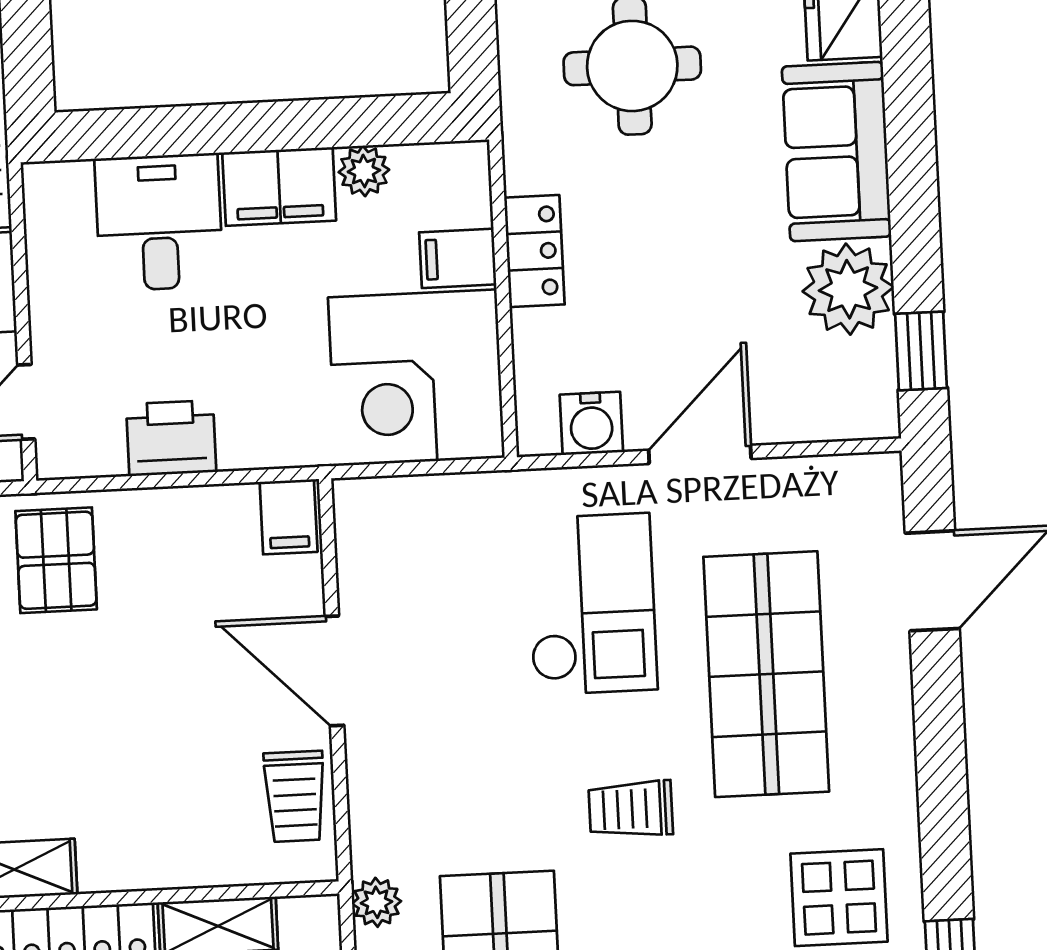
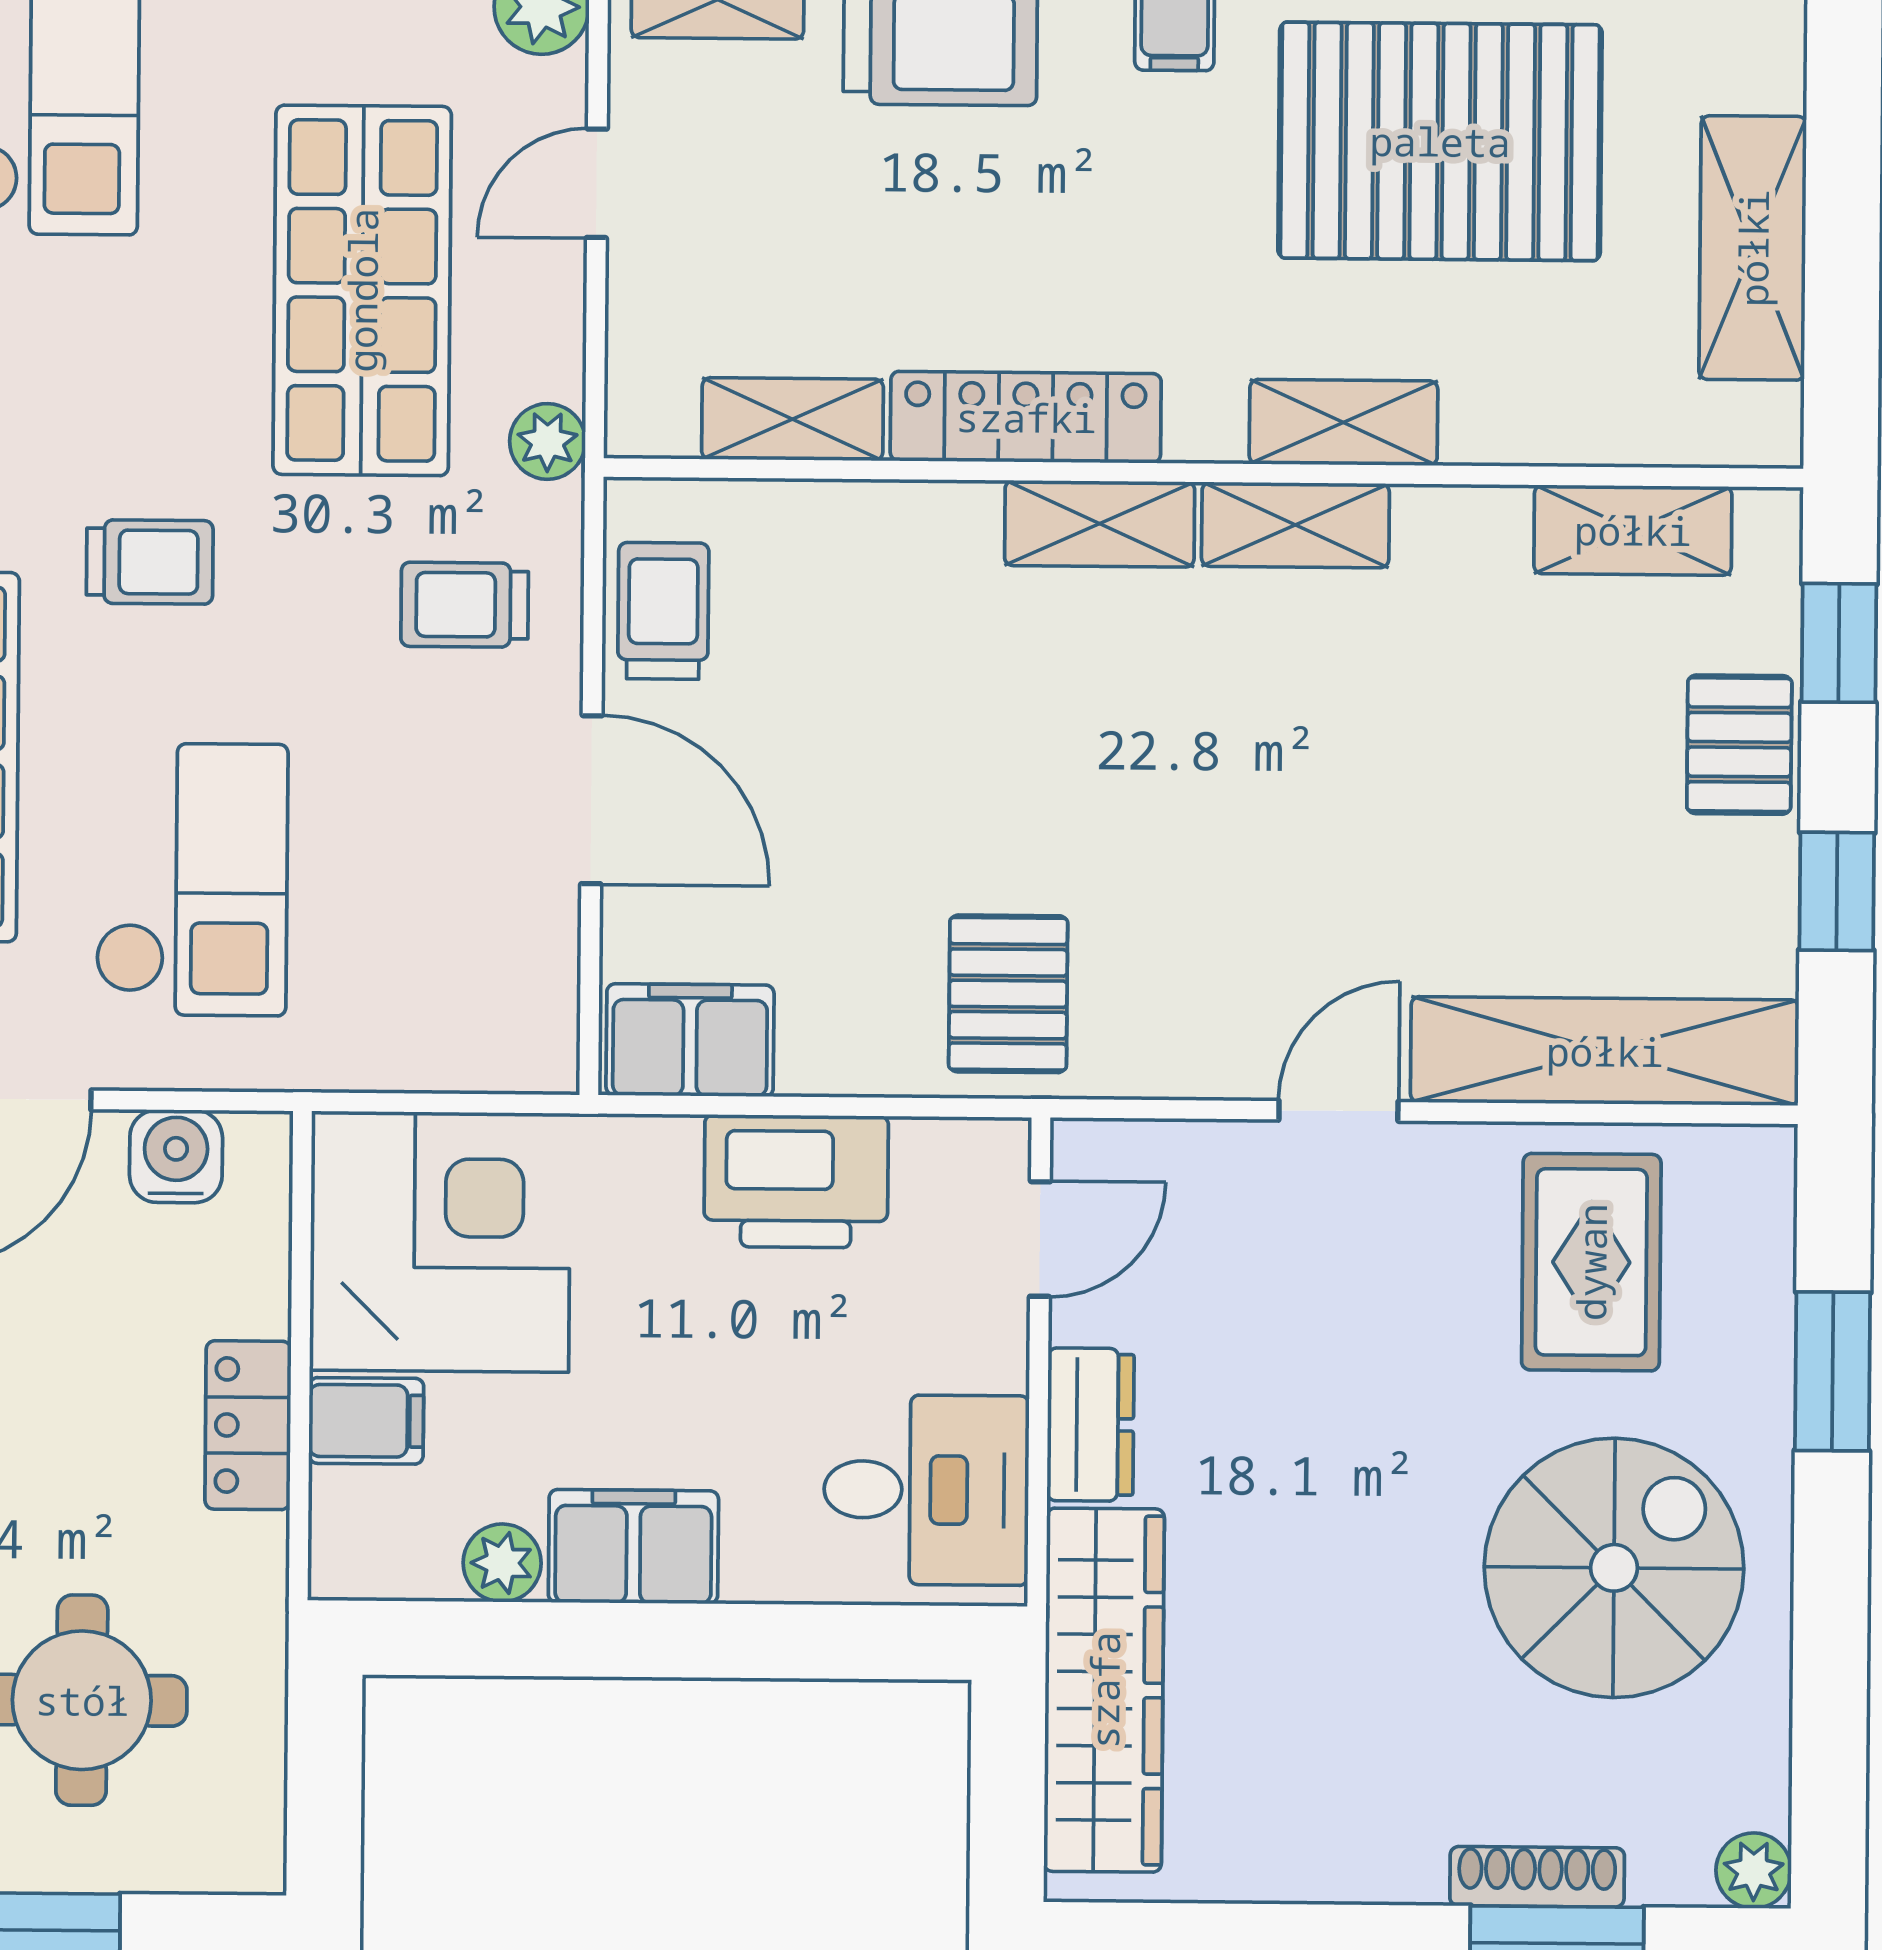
desk: (159, 222) -> (926, 1490), moved, turned -90
printer: (171, 438) -> (796, 1181), width x1.37, depth x1.19
filing cabinet: (289, 517) -> (690, 1040), width x2.00
checkout: (592, 604) -> (192, 879), turned 180
trolley: (424, 793) -> (465, 605), added

